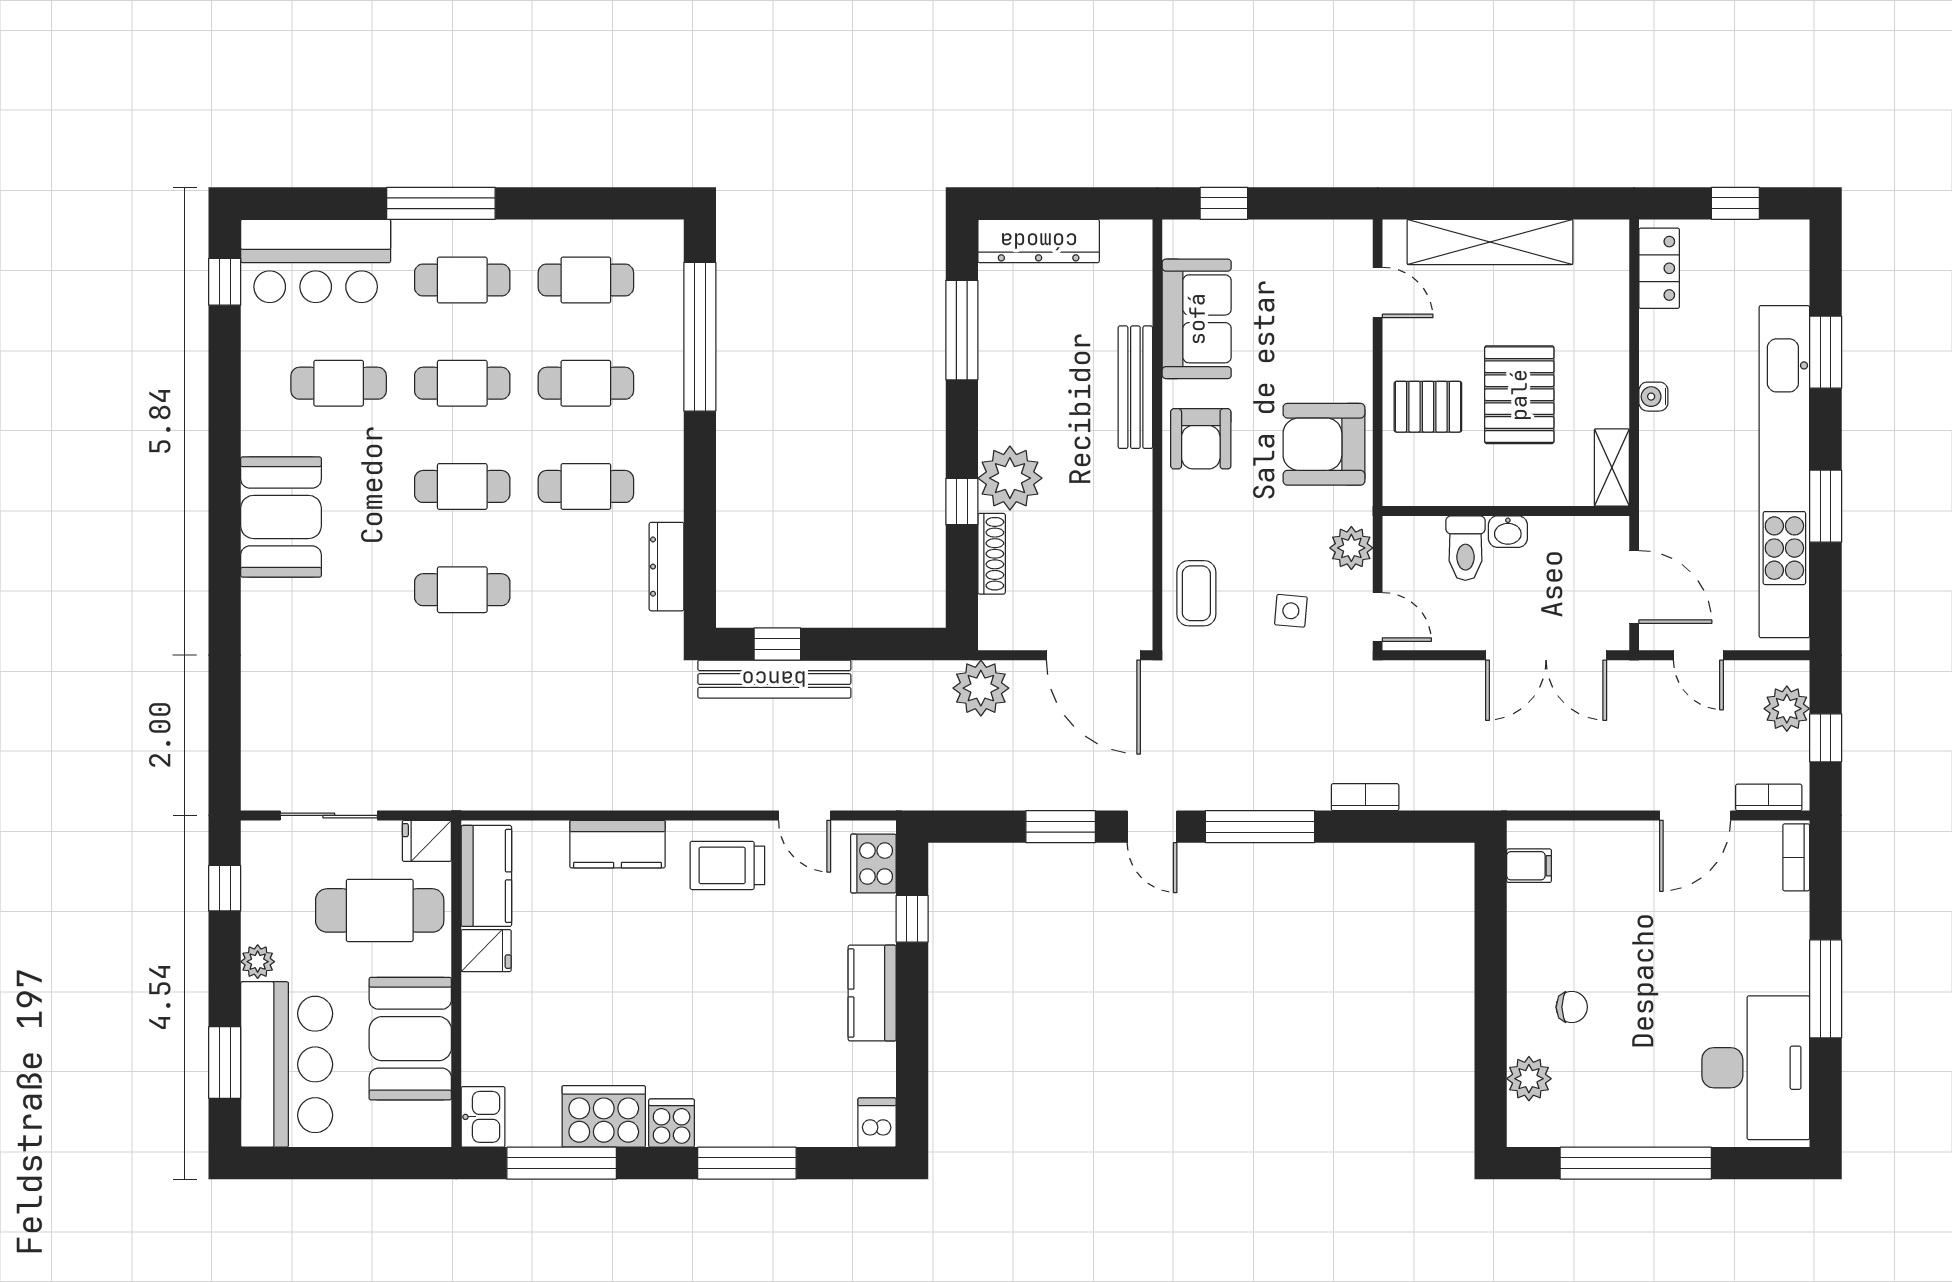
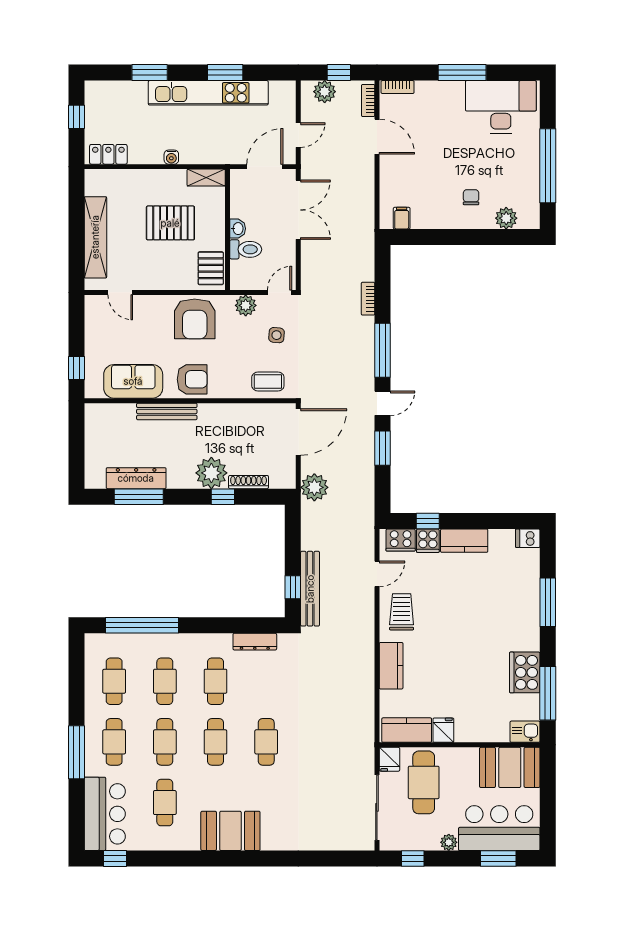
dresser: (1039, 241) -> (136, 478), moved, turned -90
door: (1378, 292) -> (120, 292), swing flipped
pallet: (1428, 407) -> (211, 268), moved
kitchen unit: (1784, 472) -> (208, 93), width x0.73
sliding door: (329, 815) -> (377, 807), width x1.37
trolley: (727, 865) -> (402, 612), turned 180
booth: (410, 1039) -> (510, 767), moved
cooker: (672, 1123) -> (428, 541), moved, turned -90

